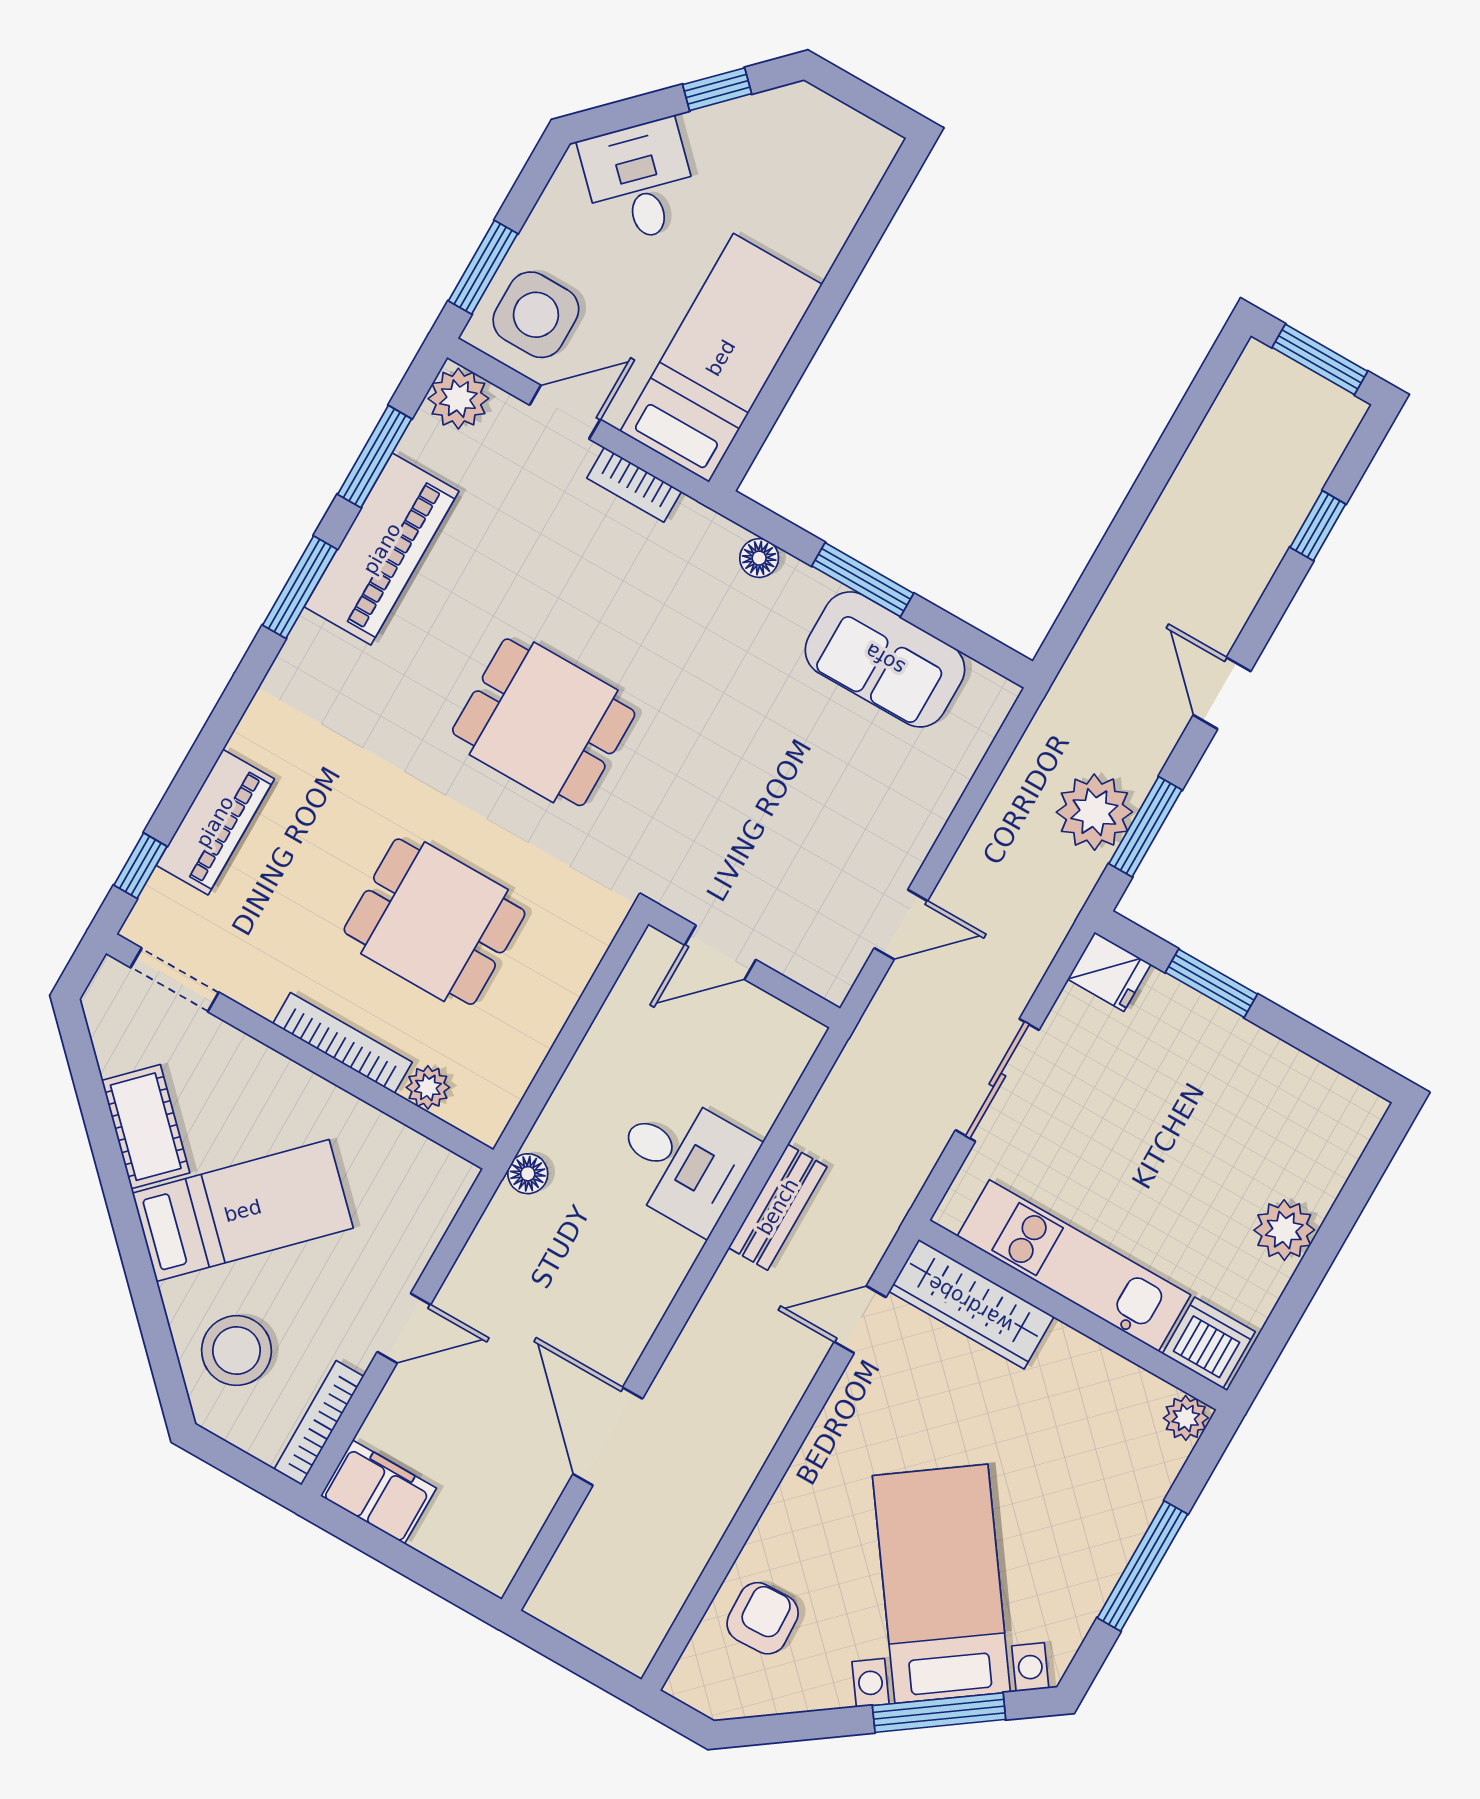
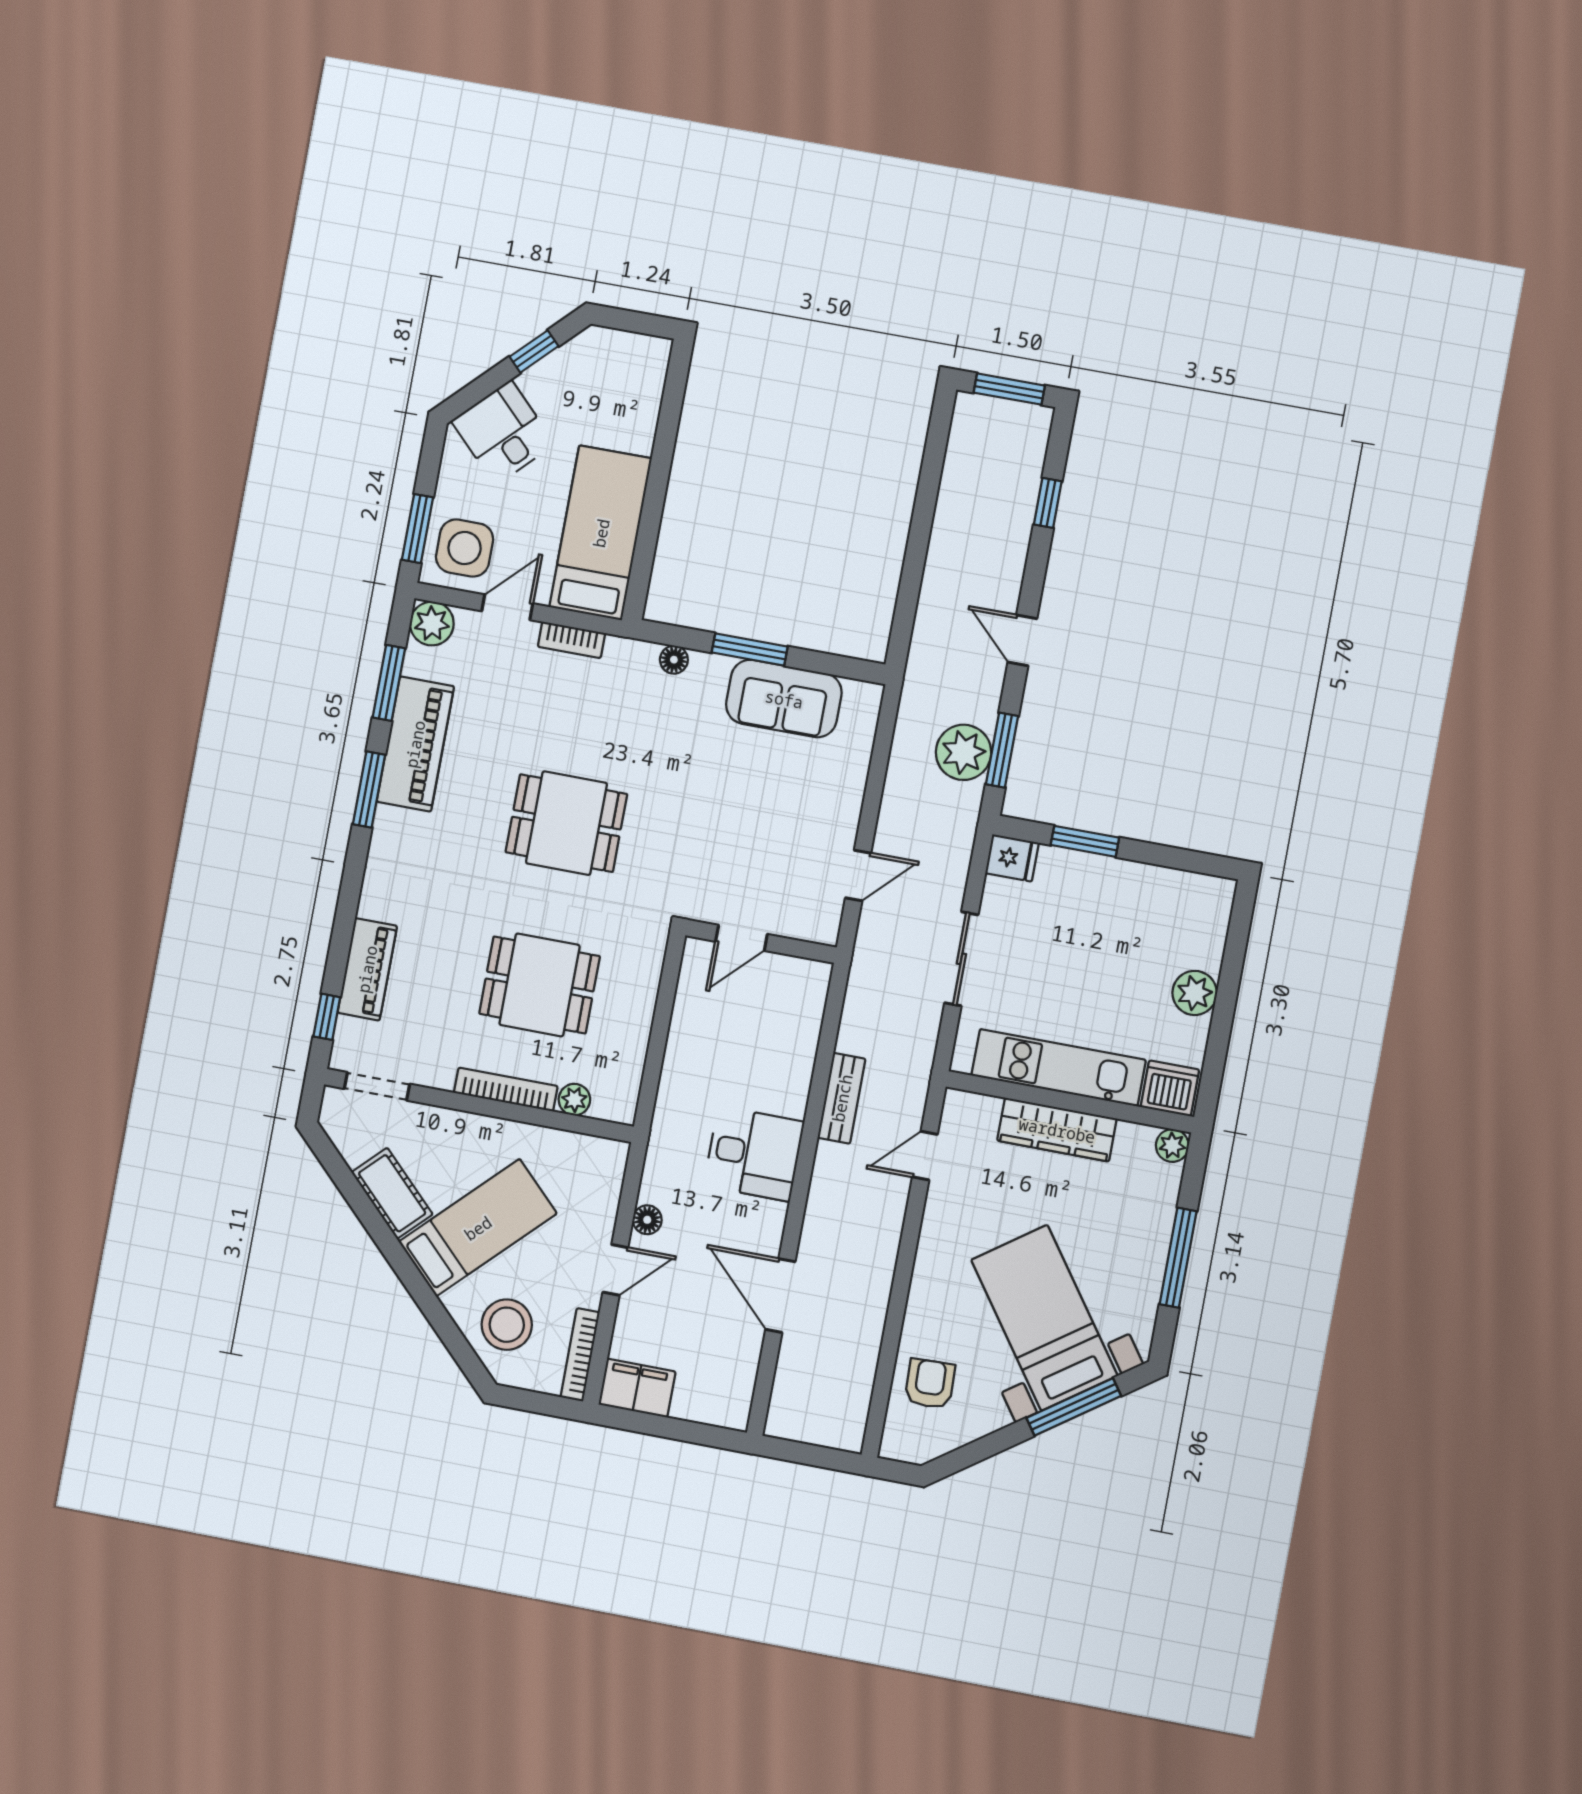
desk: (683, 1161) -> (754, 1154), moved
floor lamp: (528, 1174) -> (647, 1220), moved
wardrobe: (971, 1304) -> (1057, 1130), moved

